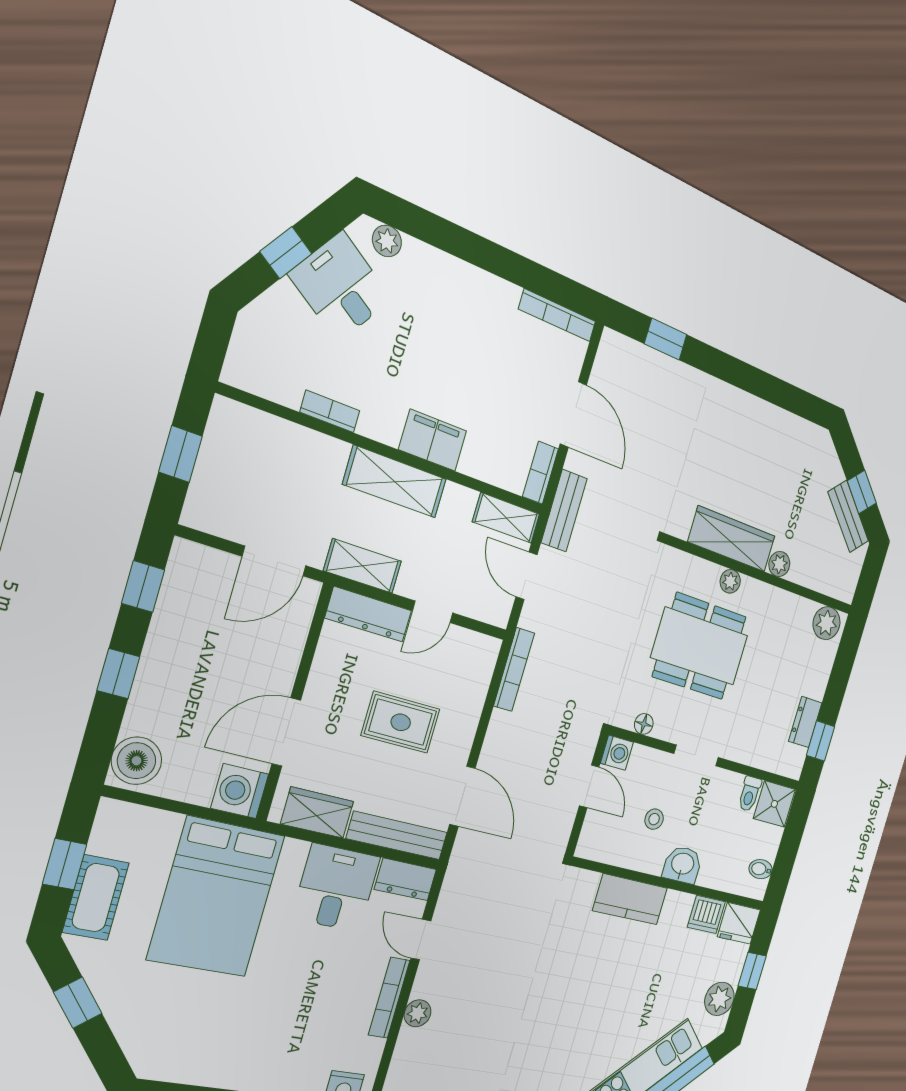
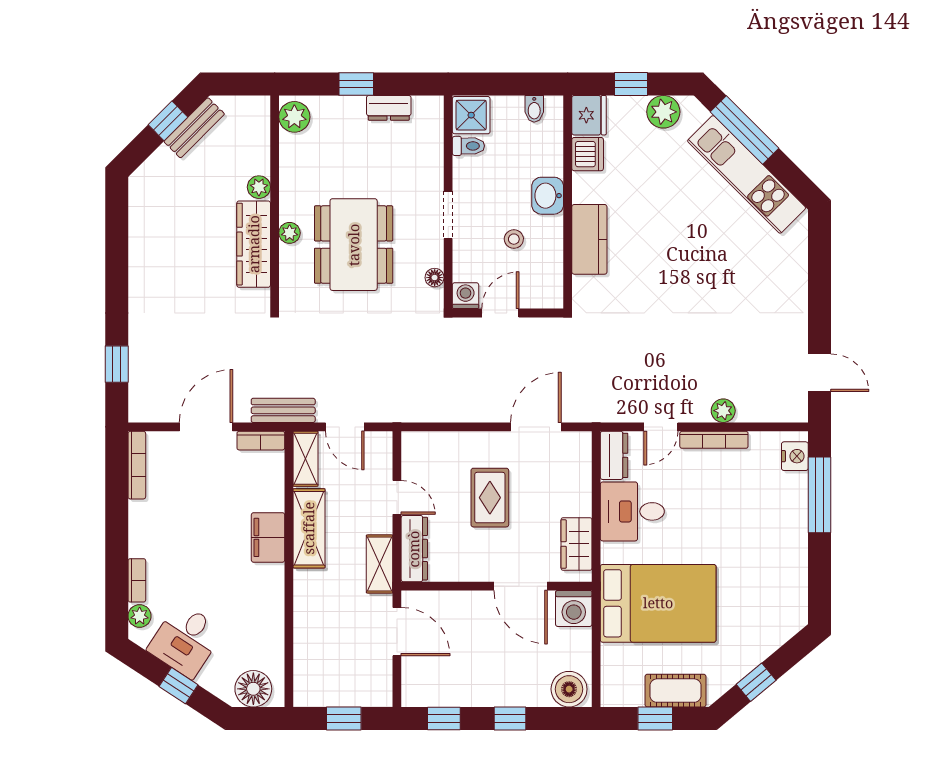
floor lamp: (254, 349) -> (253, 689), added
bookcase: (330, 411) -> (137, 580), moved, turned 180
shelving: (395, 482) -> (309, 528), moved
door: (526, 576) -> (345, 427), hinge flipped
bookcase: (514, 669) -> (422, 414), removed
window: (821, 741) -> (356, 84), moved
bench: (397, 835) -> (580, 473), removed

